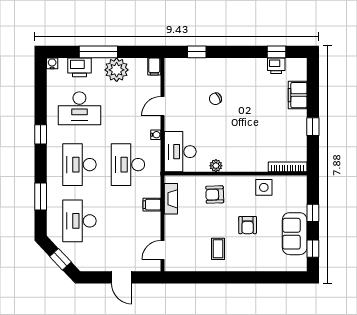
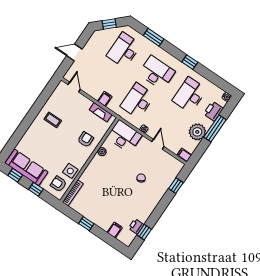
filing cabinet: (298, 95) -> (115, 230), width x0.50
desk: (128, 165) -> (138, 101), turned -90
desk: (79, 221) -> (124, 50), turned -90
armchair: (248, 225) -> (58, 184), moved
sofa: (295, 234) -> (27, 167), width x1.36

